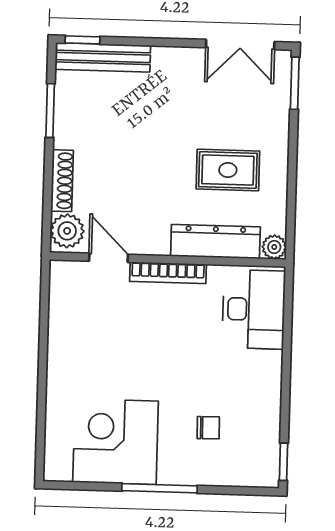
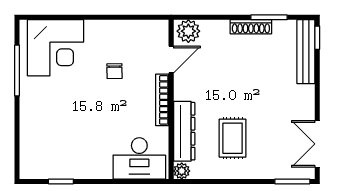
shoe rack: (62, 181) -> (251, 27), moved
chair: (208, 428) -> (114, 71), moved
corner desk: (116, 442) -> (56, 48), moved, turned 90
window: (284, 462) -> (61, 181), moved
window: (160, 488) -> (17, 71), moved

